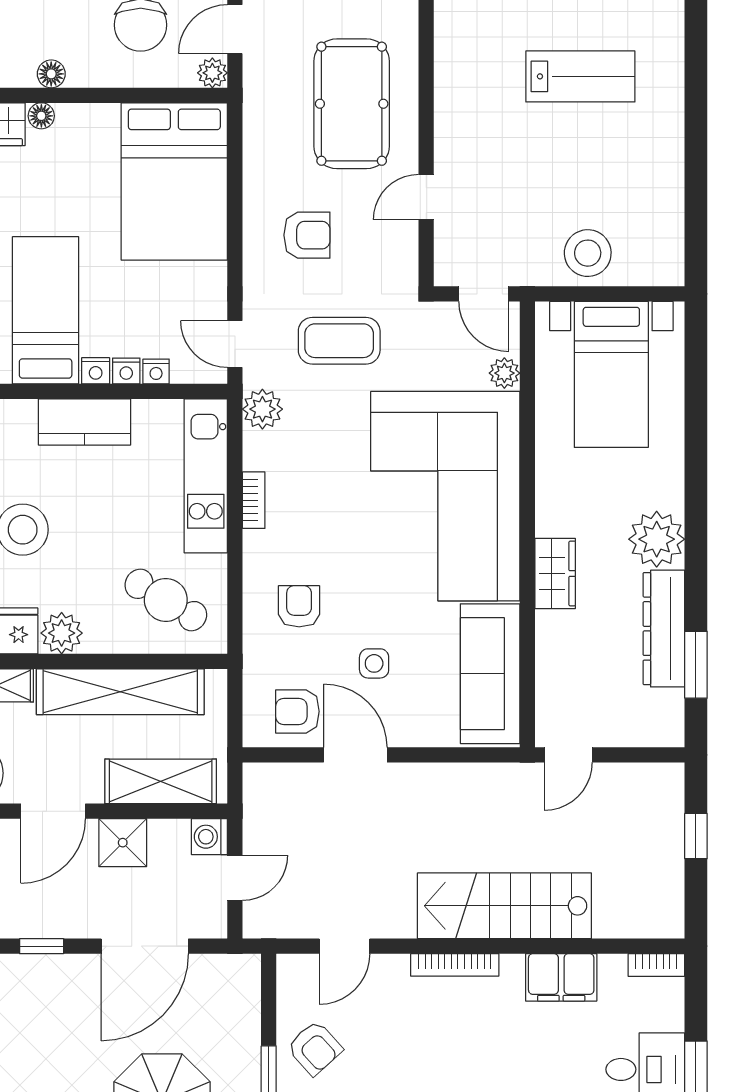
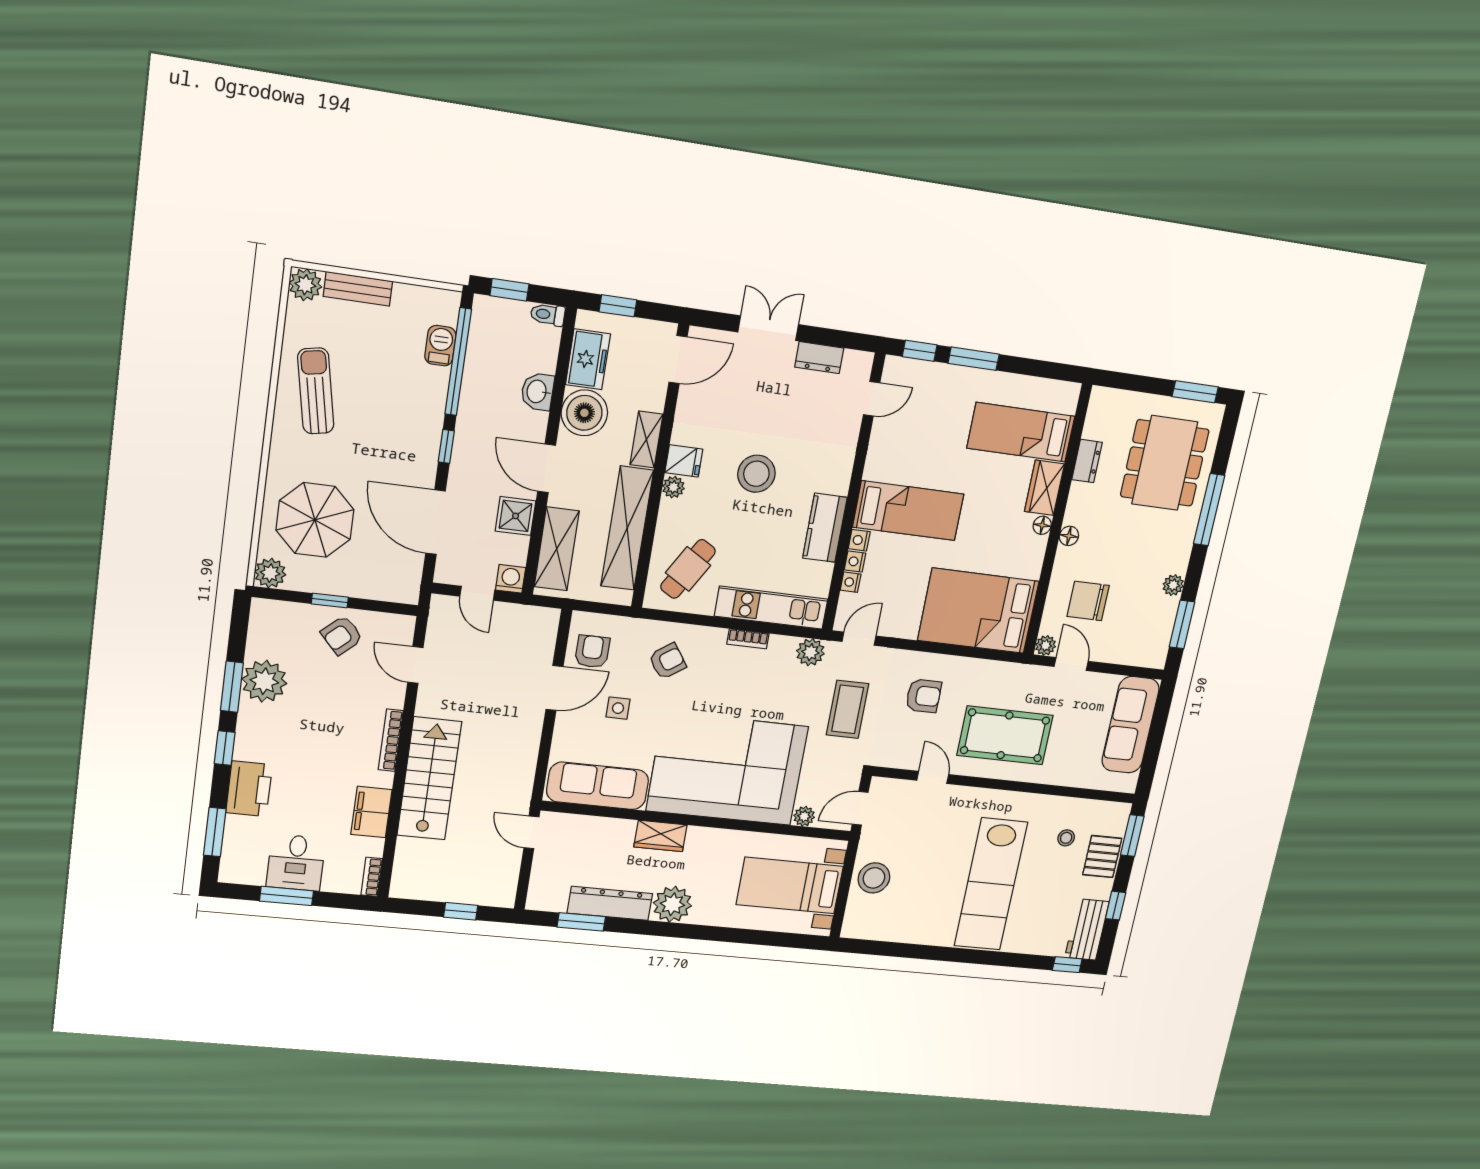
lab bench: (580, 76) -> (991, 884), width x1.86, depth x1.39
armchair: (307, 235) -> (923, 696), turned -90
armchair: (299, 606) -> (667, 661), turned -35
plant: (62, 633) -> (673, 487), width x0.73, depth x0.73

